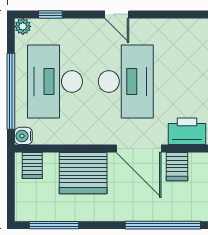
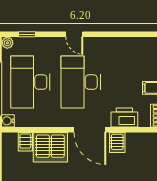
desk: (126, 82) -> (81, 82), turned 180
server rack: (32, 166) -> (25, 142), moved

